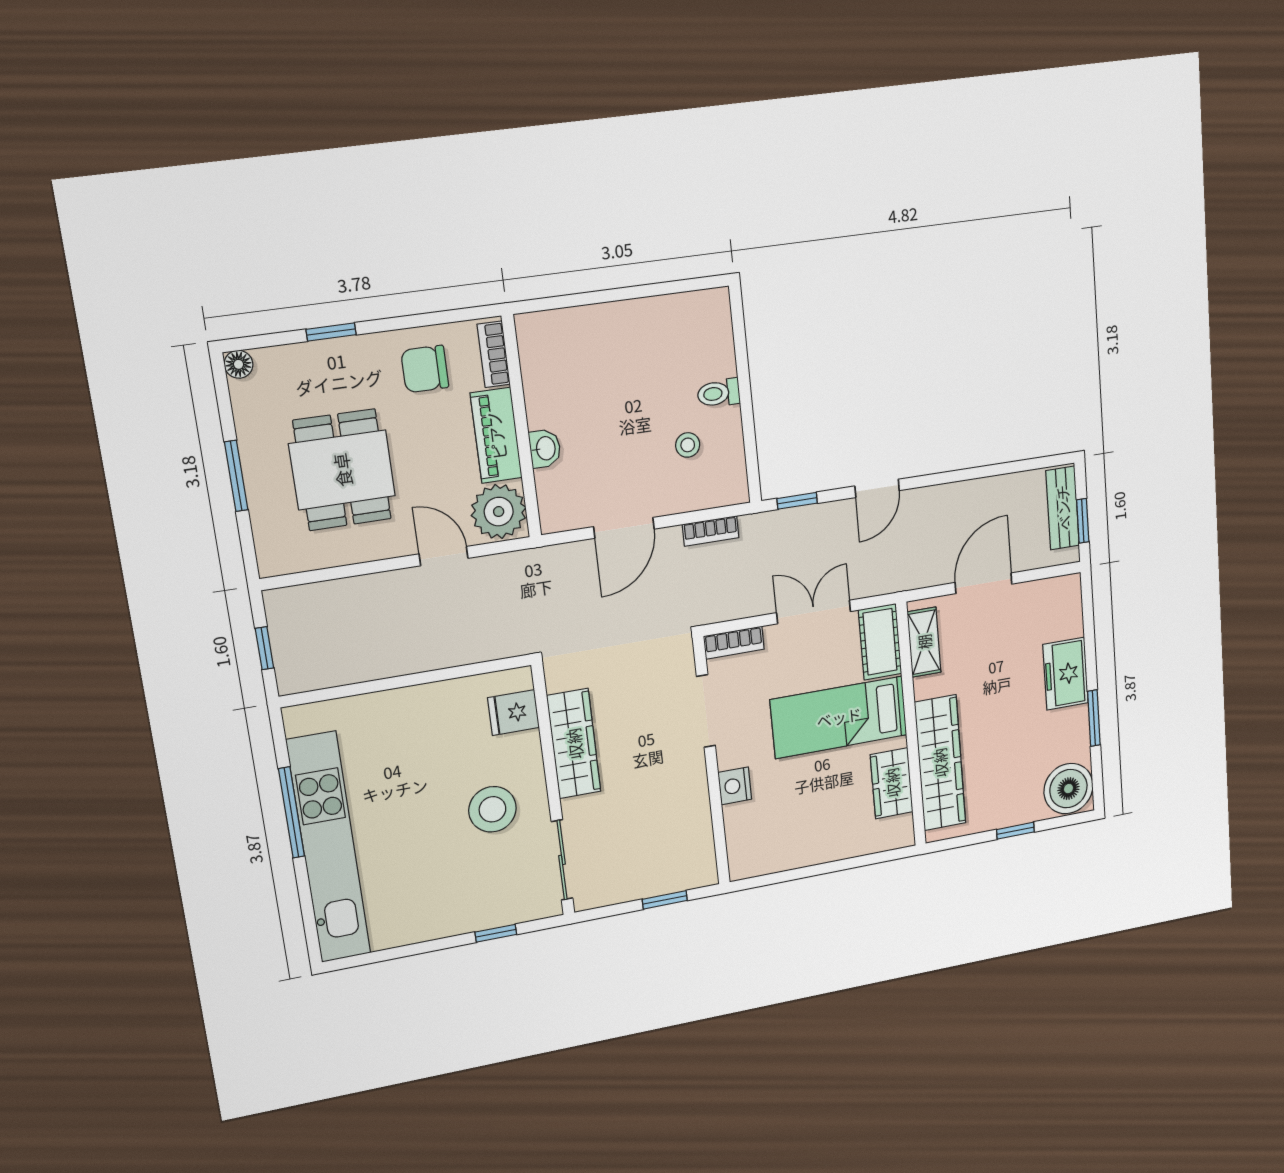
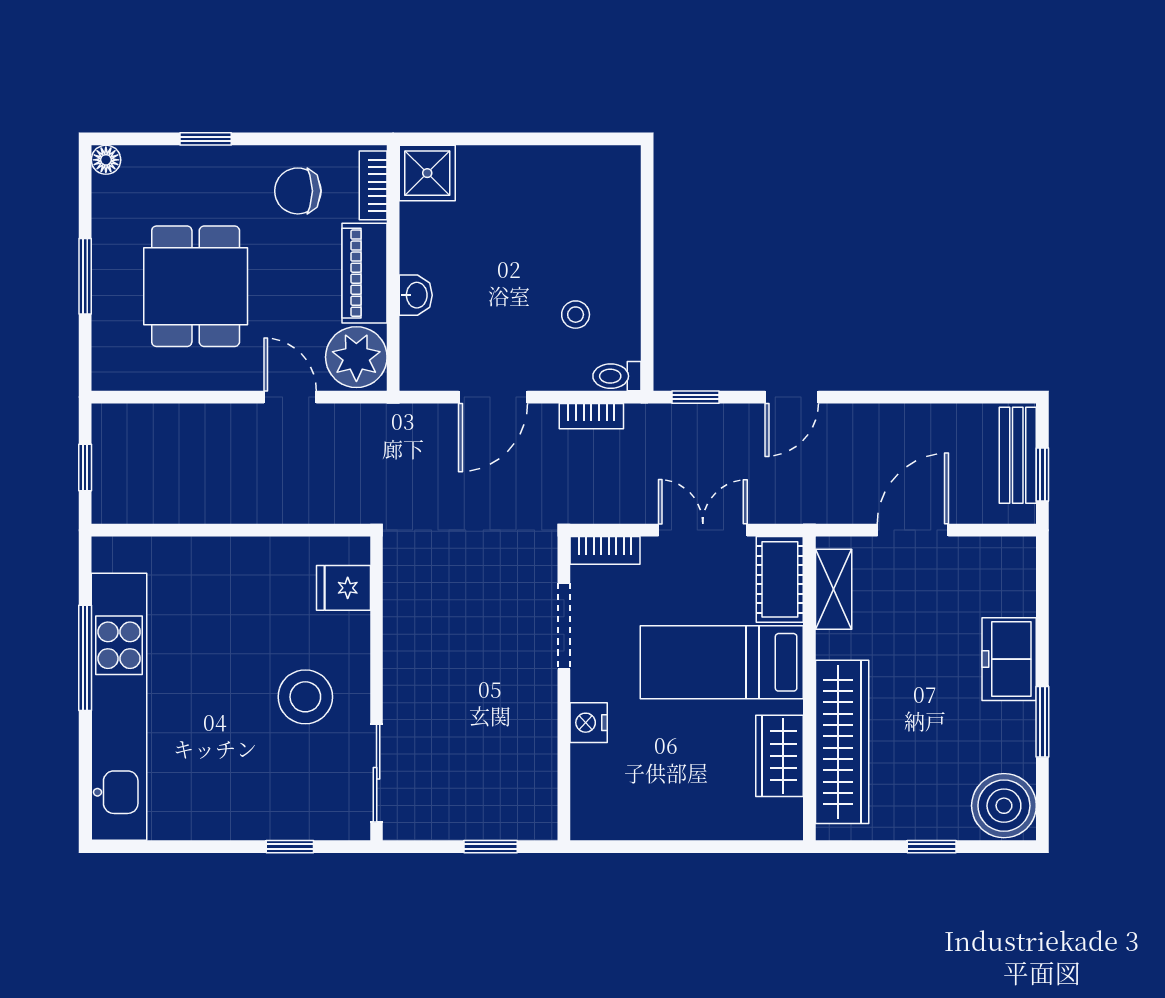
shower: (542, 336) -> (427, 173), added
toilet: (719, 393) -> (617, 376), moved
wardrobe: (574, 744) -> (407, 637), removed

